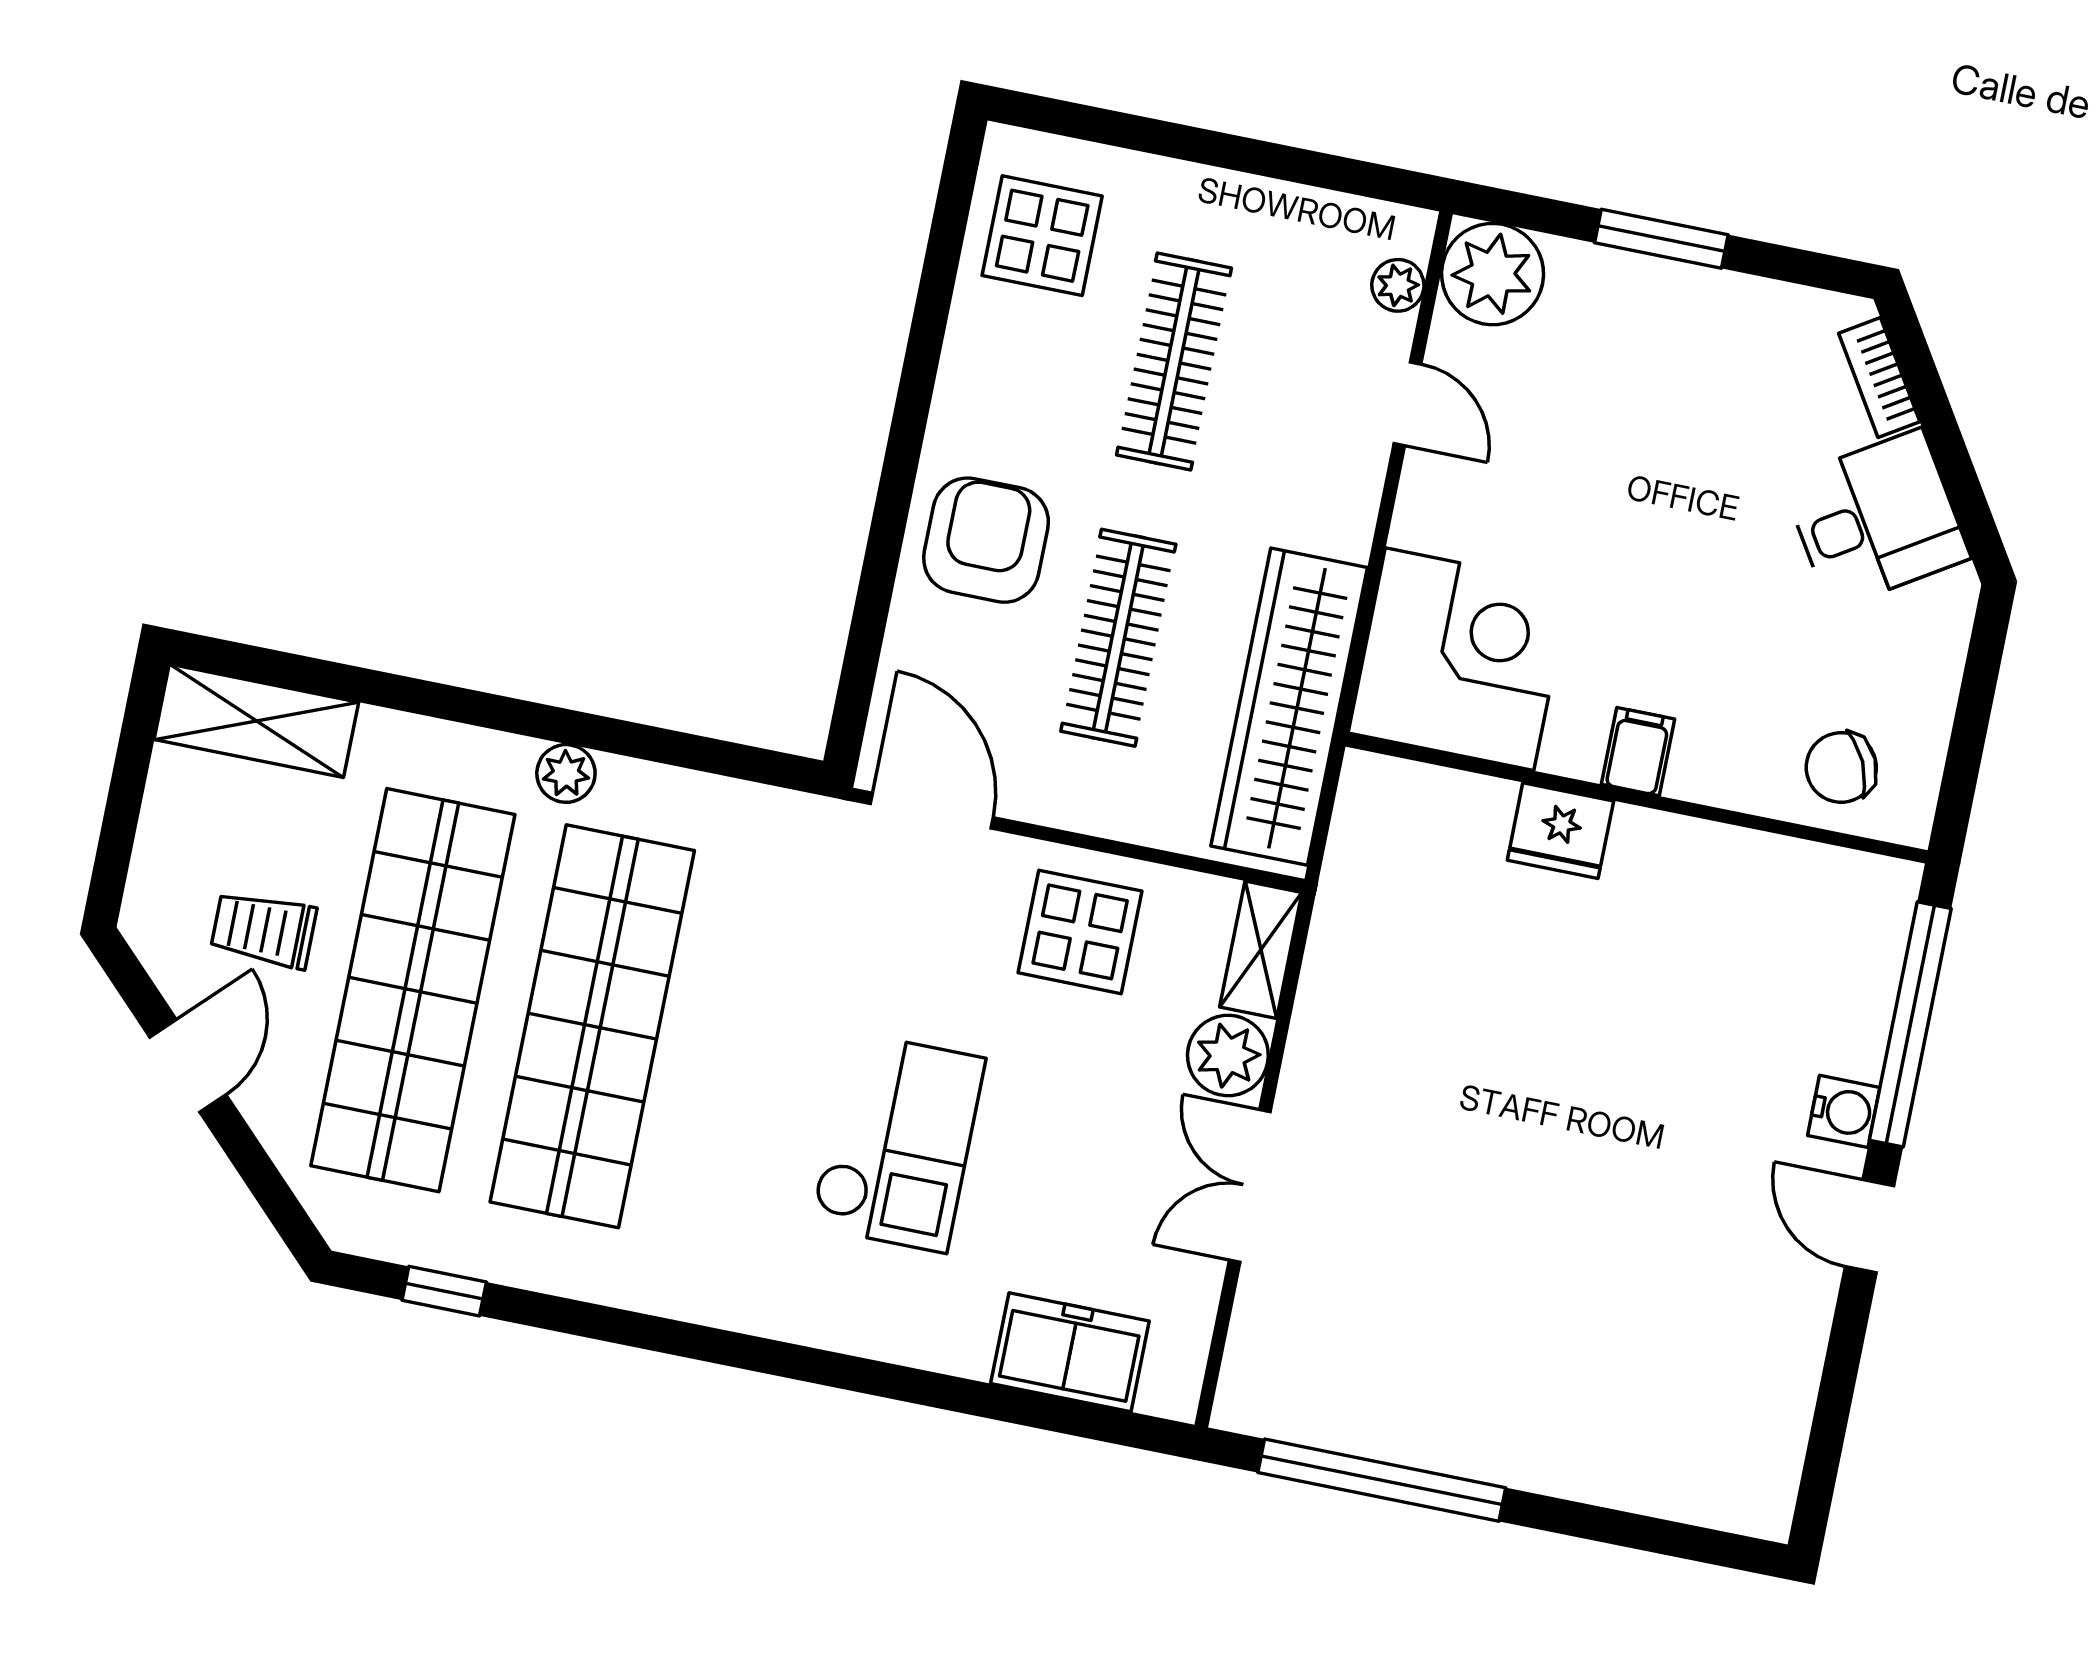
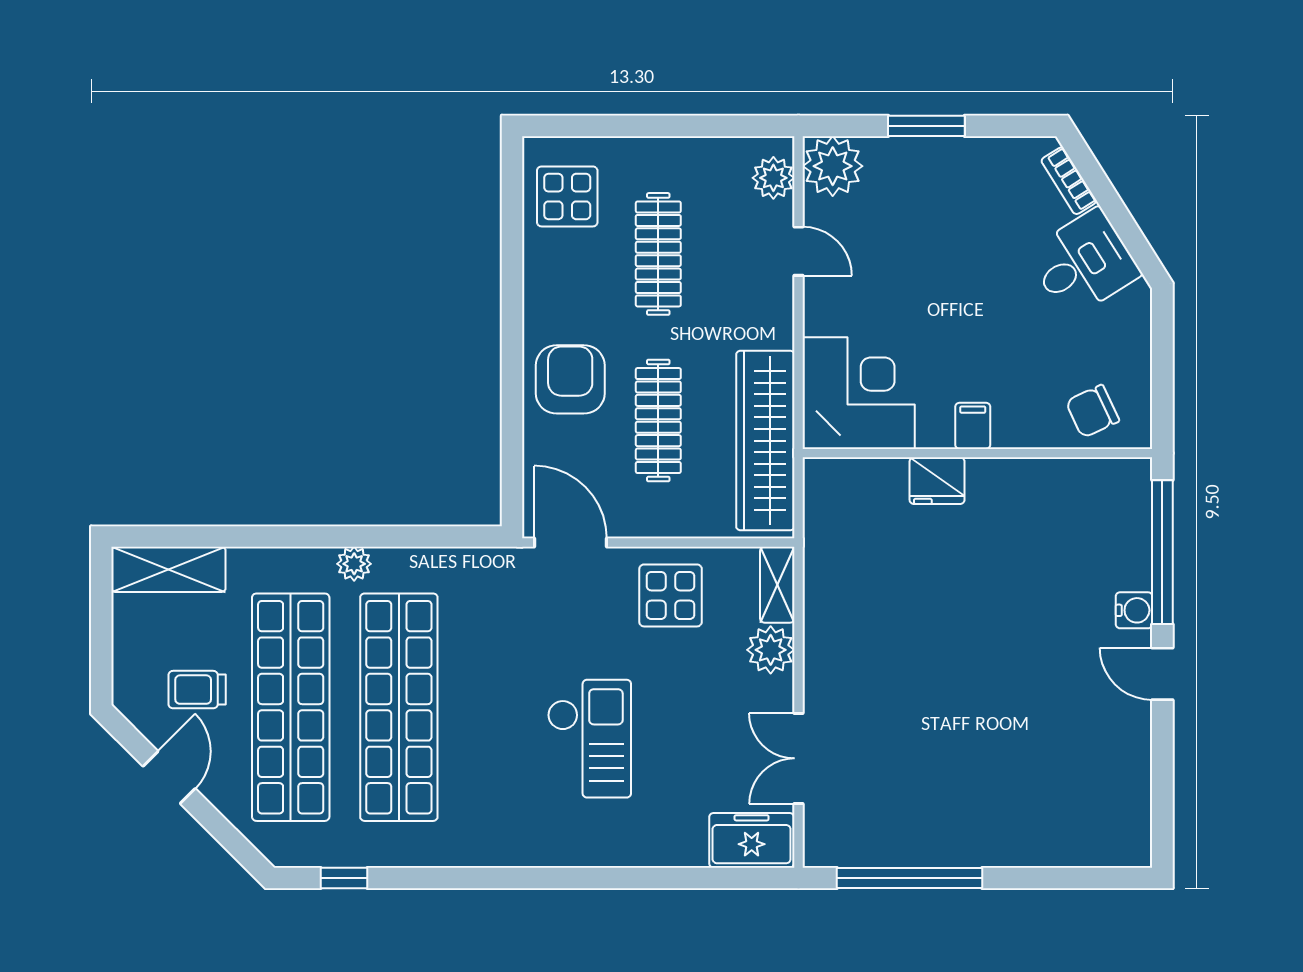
plant: (1398, 285) -> (773, 178), width x1.38, depth x1.38
double door: (1250, 1186) -> (799, 758), moved
freezer: (1070, 1352) -> (752, 840), moved

